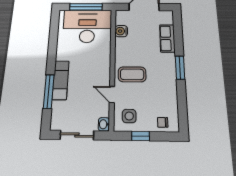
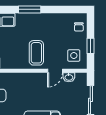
washbasin: (104, 124) -> (69, 77), moved

